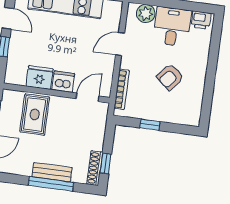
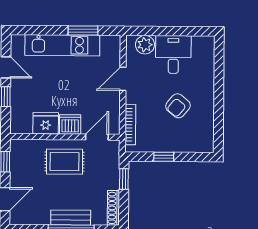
printer: (201, 20) -> (202, 44), removed
rug: (35, 115) -> (64, 162), moved, turned 90
window: (106, 163) -> (124, 179), moved

